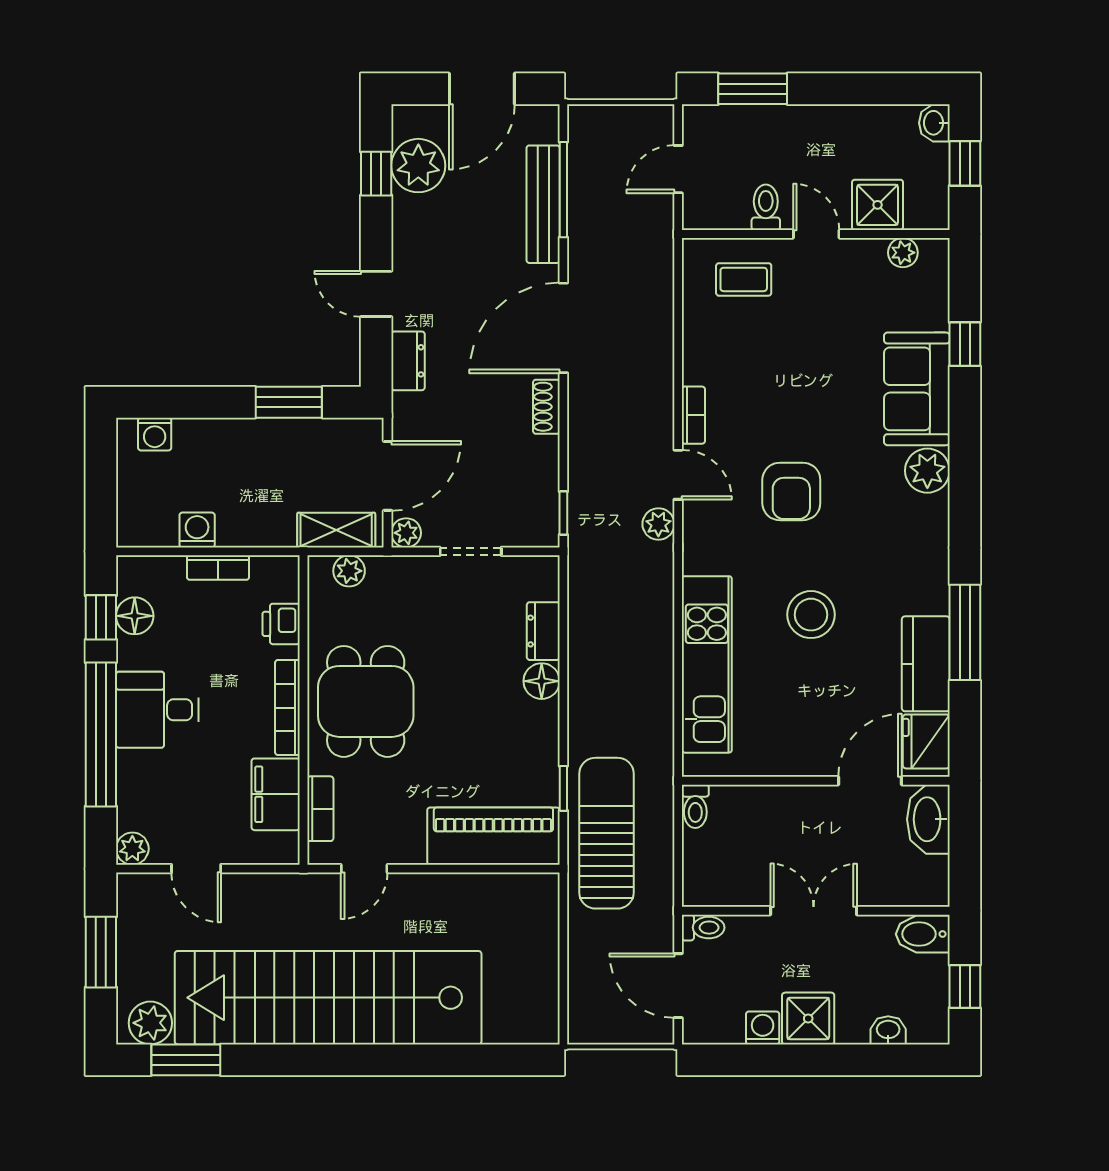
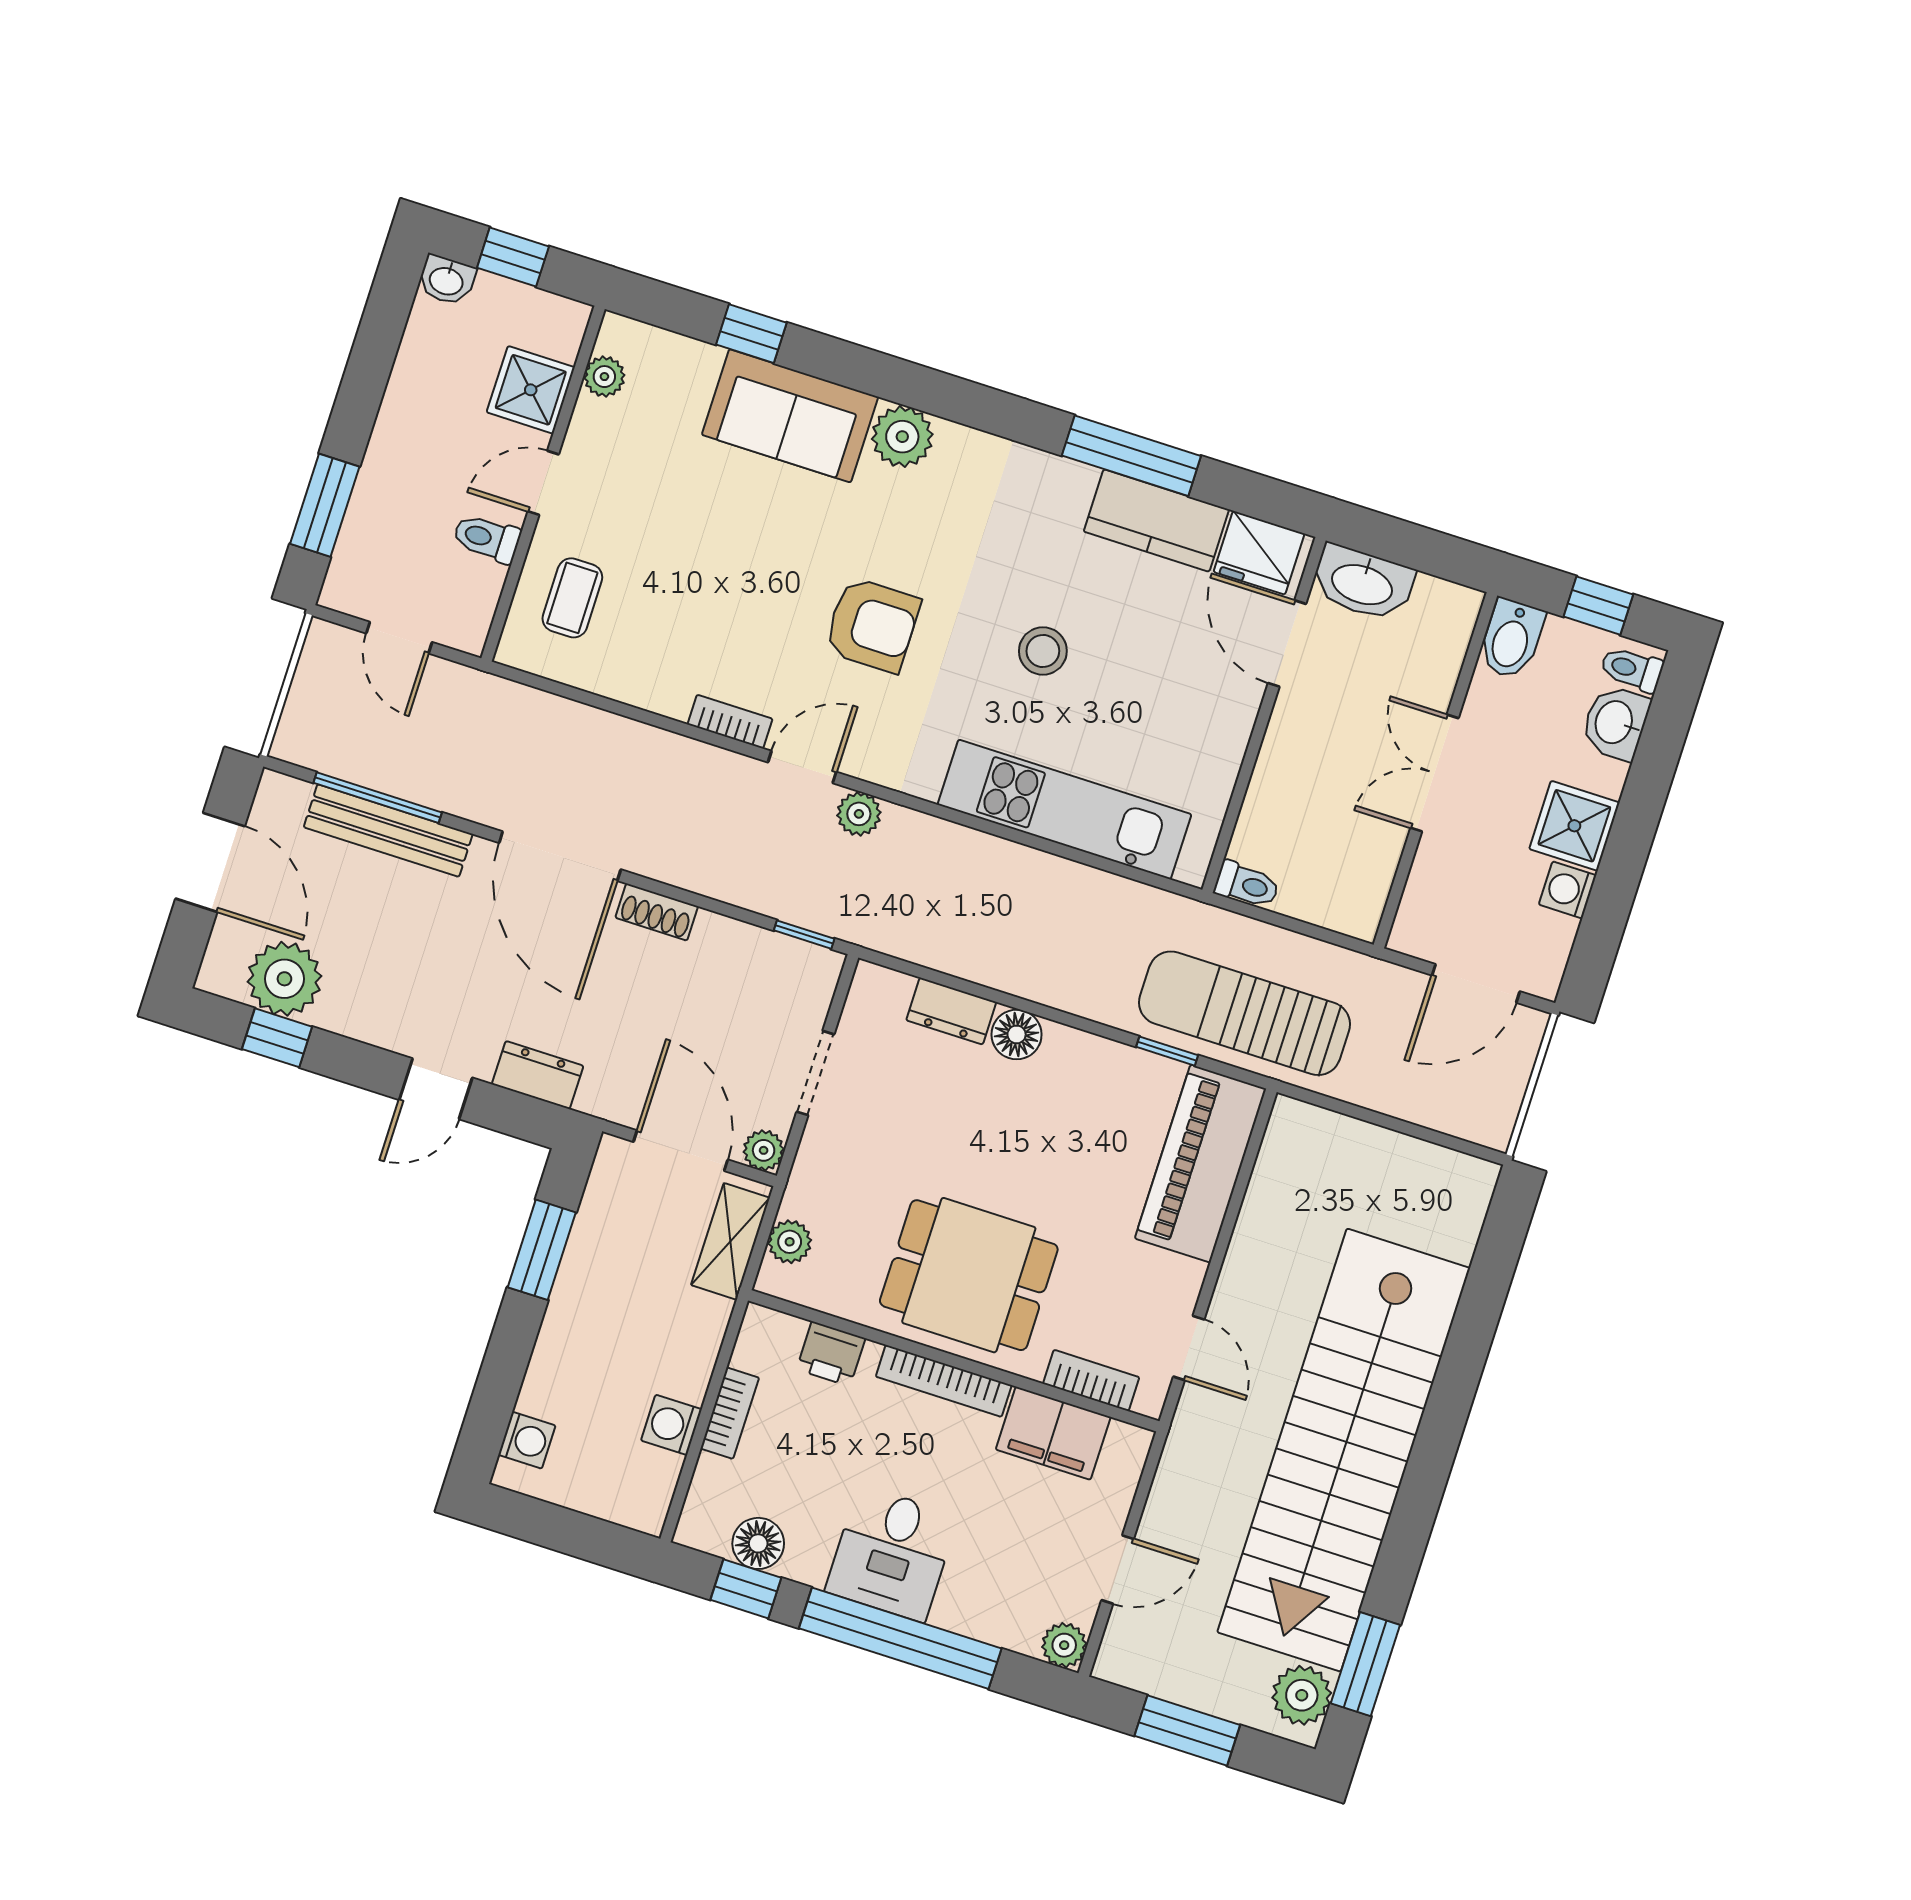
stool: (811, 615) -> (1043, 651), width x0.73, depth x0.73
toilet: (703, 928) -> (1632, 669), moved, turned -90
washbasin: (888, 1030) -> (1615, 723), width x1.38, depth x1.45

